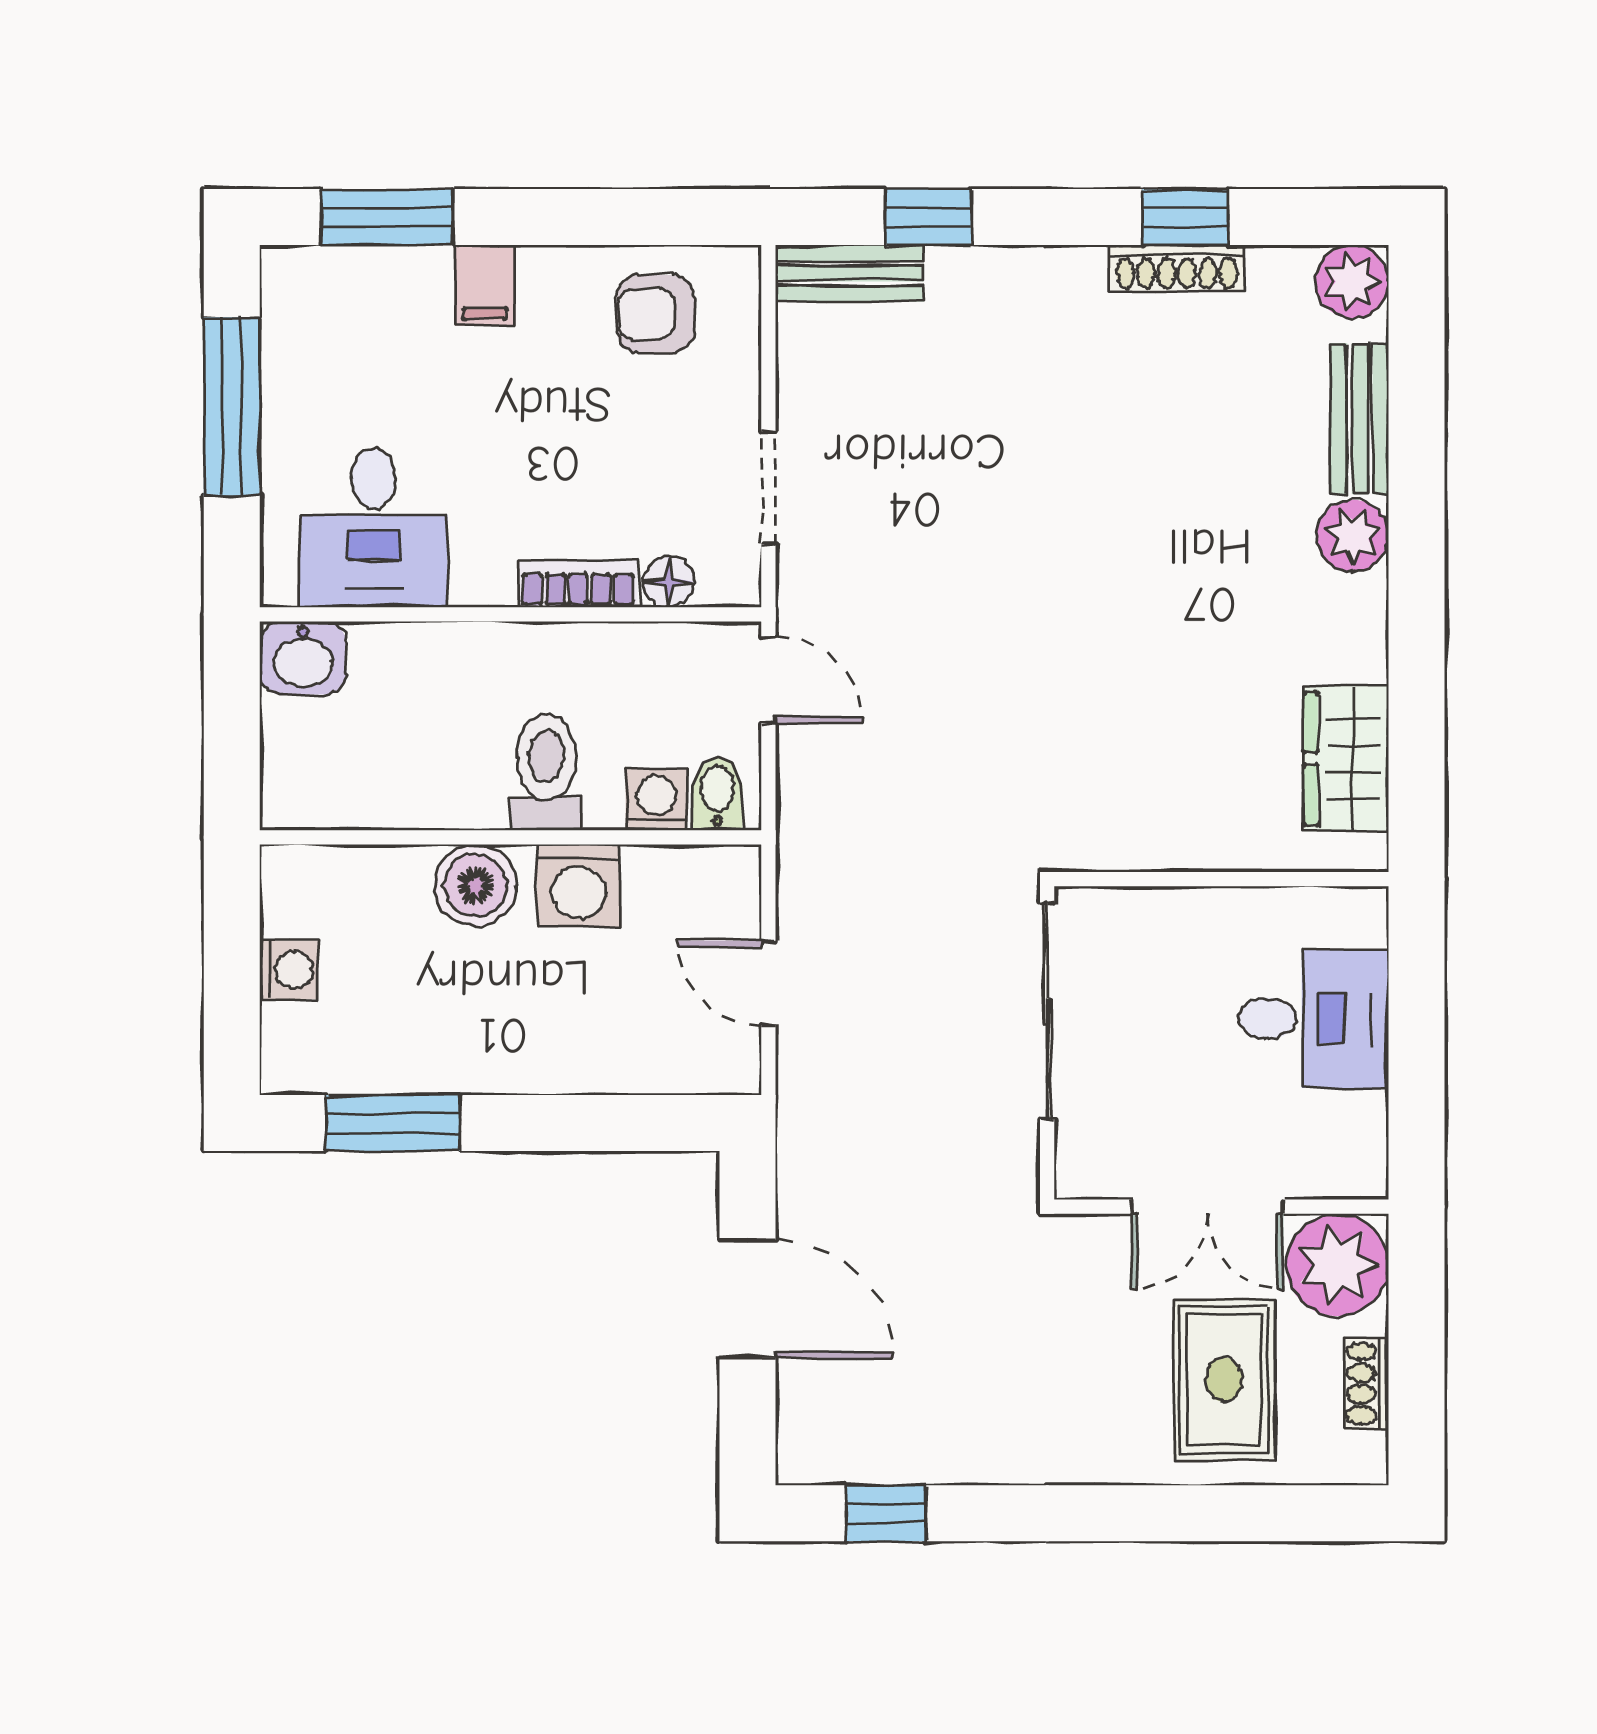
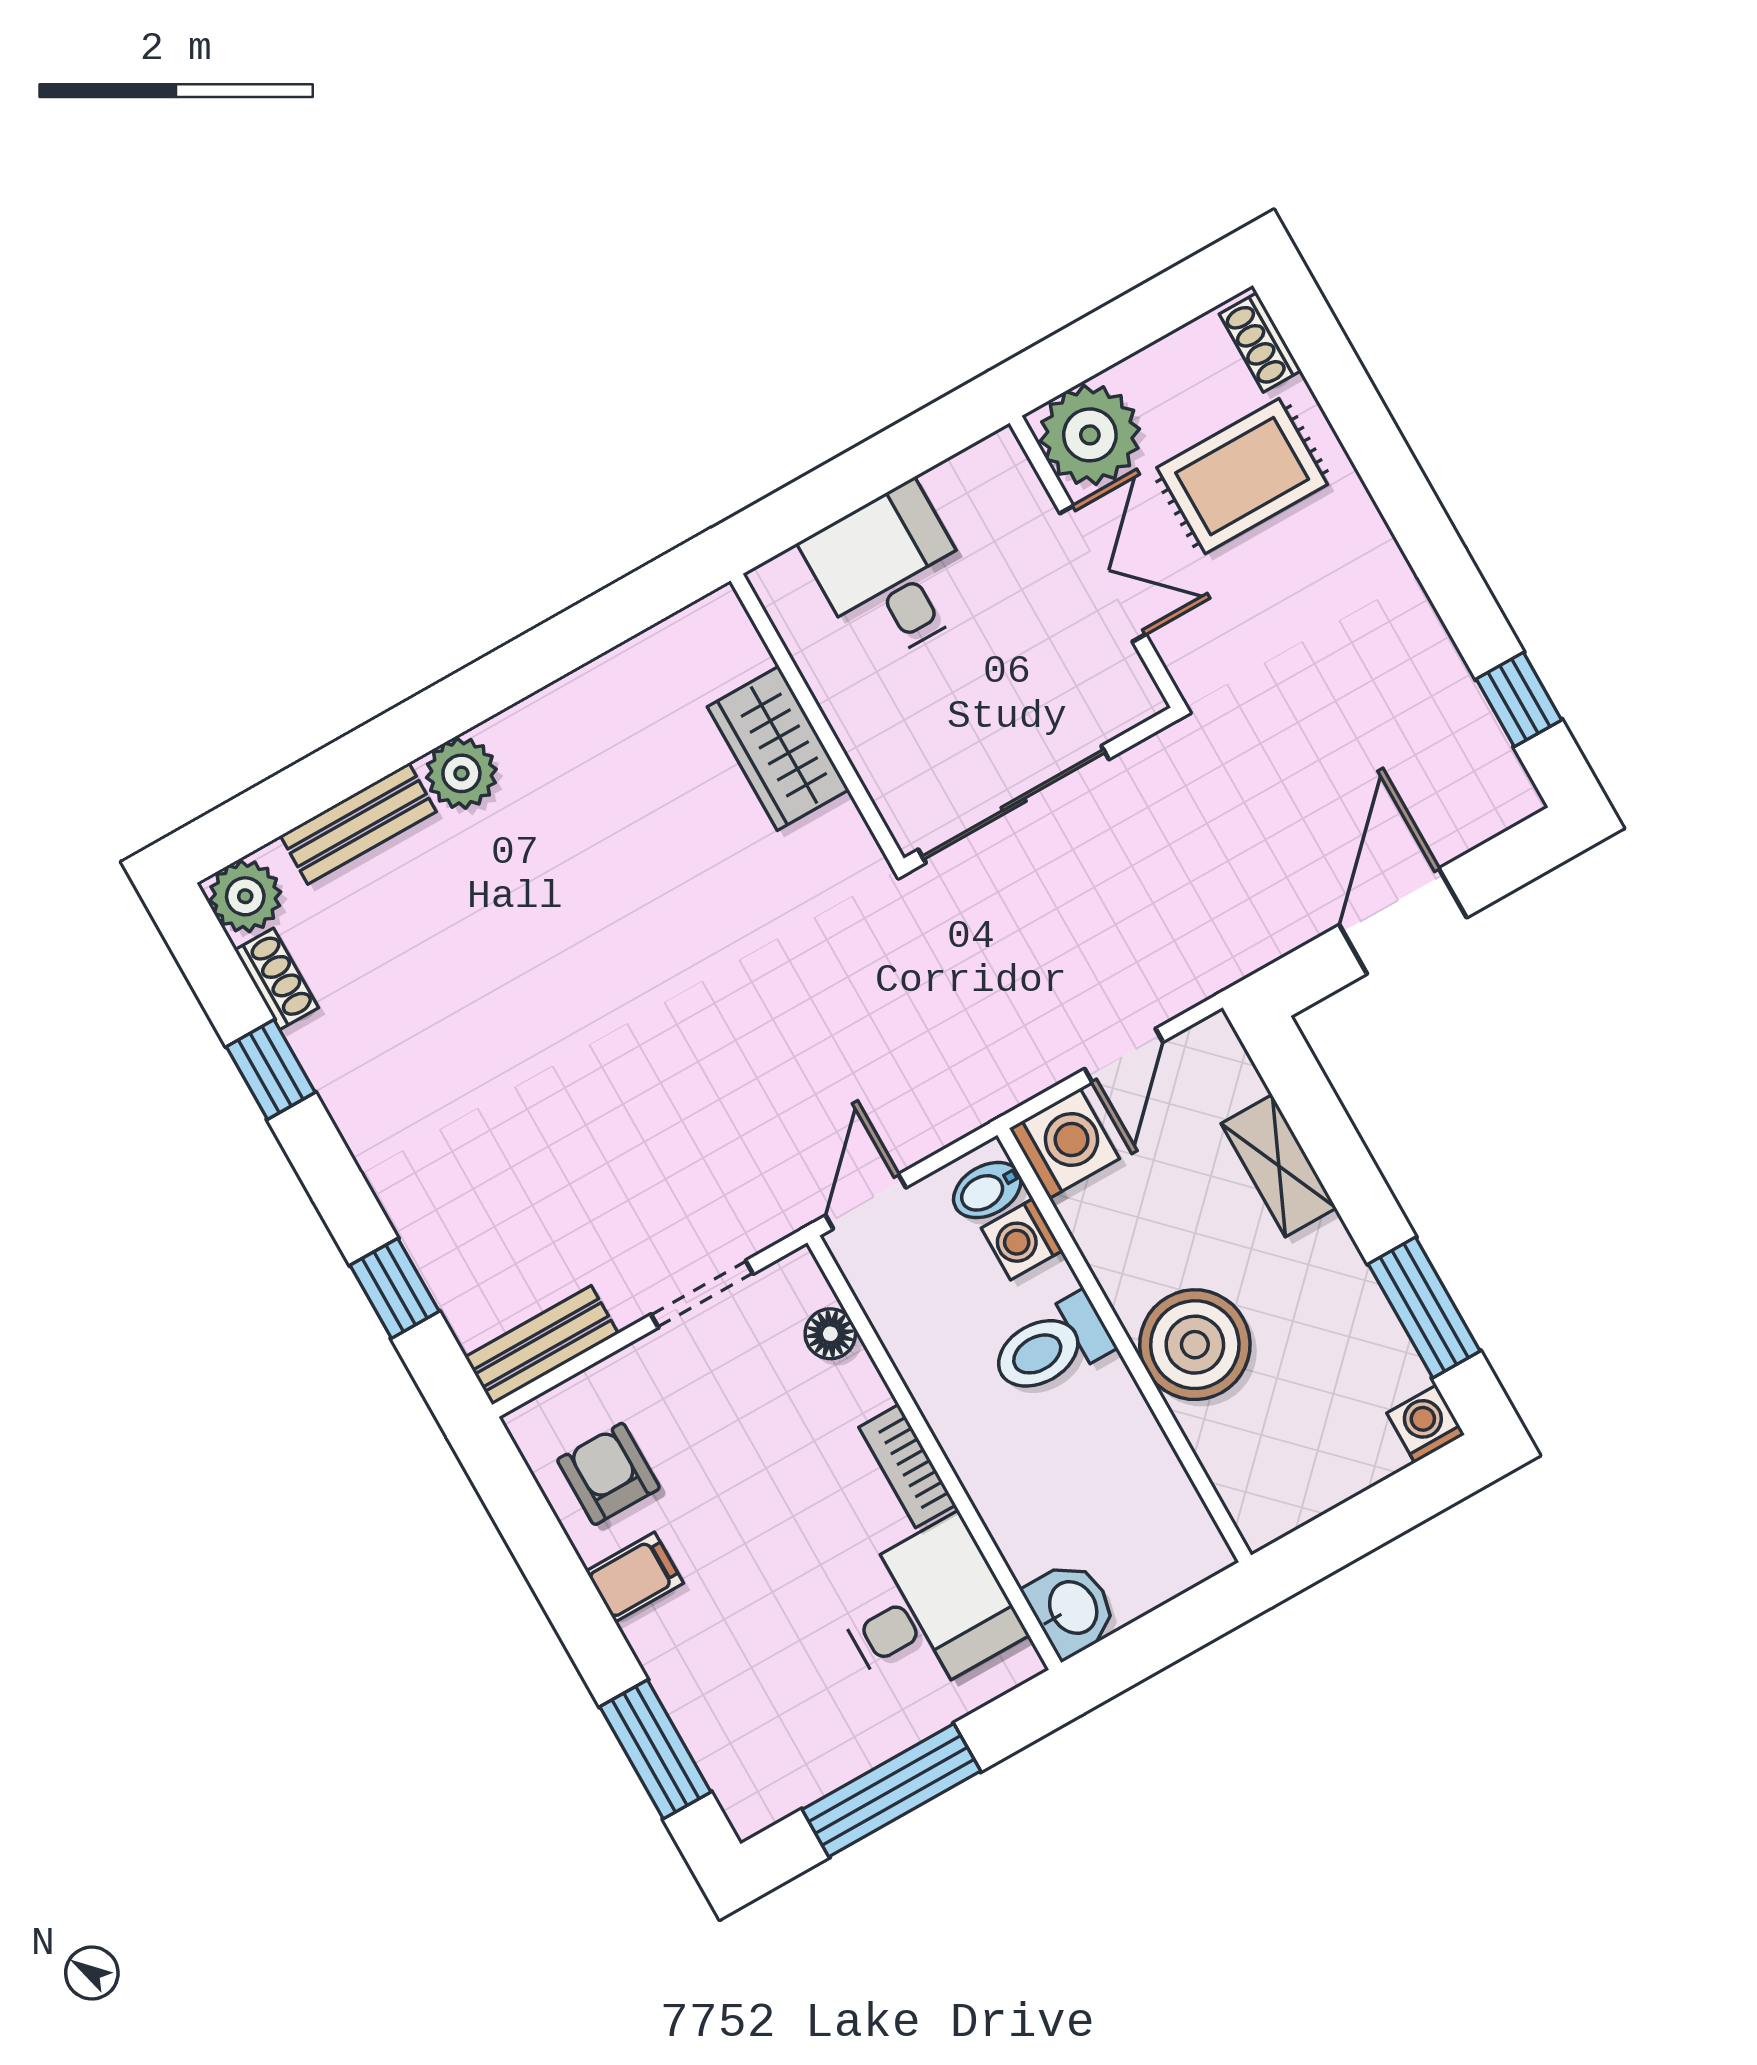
shoe rack: (1177, 268) -> (277, 979), moved, width x0.70
bench: (850, 273) -> (542, 1345), moved, turned 90
filing cabinet: (485, 285) -> (635, 1577), moved
armchair: (656, 314) -> (609, 1474), turned 180
bookcase: (578, 584) -> (907, 1466), moved
wardrobe: (1346, 759) -> (778, 748), moved, turned 90
boiler: (475, 885) -> (1195, 1345), width x1.37, depth x1.37
washing machine: (579, 886) -> (1064, 1143), moved
washing machine: (289, 970) -> (1426, 1424), moved
shelving: (592, 1065) -> (1279, 1166), added
shoe rack: (1366, 1383) -> (1260, 342), moved, turned 90

